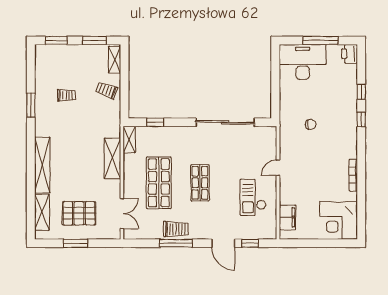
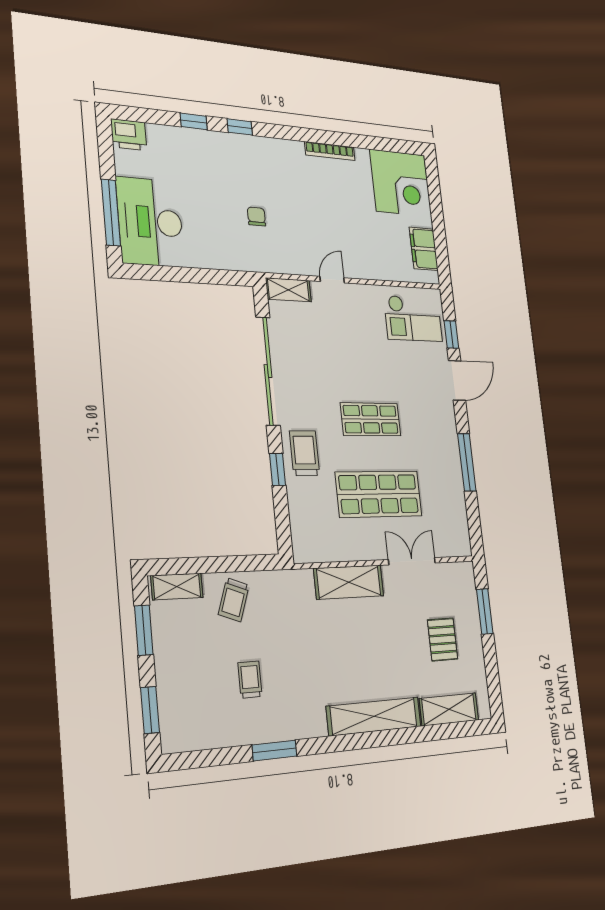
window: (320, 40) -> (111, 212), moved
window: (155, 122) -> (277, 469), moved
shelving: (129, 140) -> (288, 290), moved
door: (278, 168) -> (332, 280), swing flipped
checkout: (253, 197) -> (413, 318), moved
pallet: (79, 213) -> (443, 639), width x0.67, depth x0.71
double door: (122, 214) -> (412, 561), moved
filing cabinet: (288, 217) -> (424, 249), moved, turned -90
trolley: (176, 229) -> (305, 453), moved
window: (76, 243) -> (485, 611), moved

